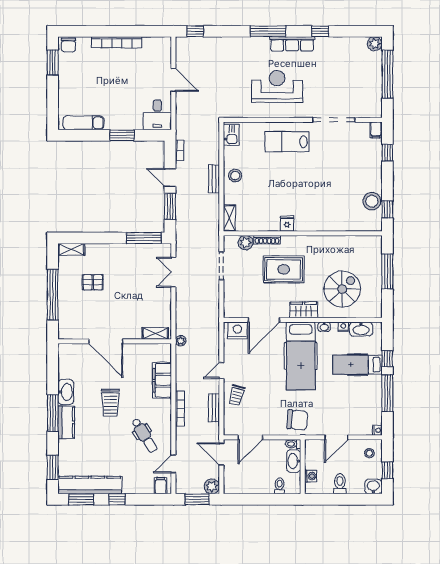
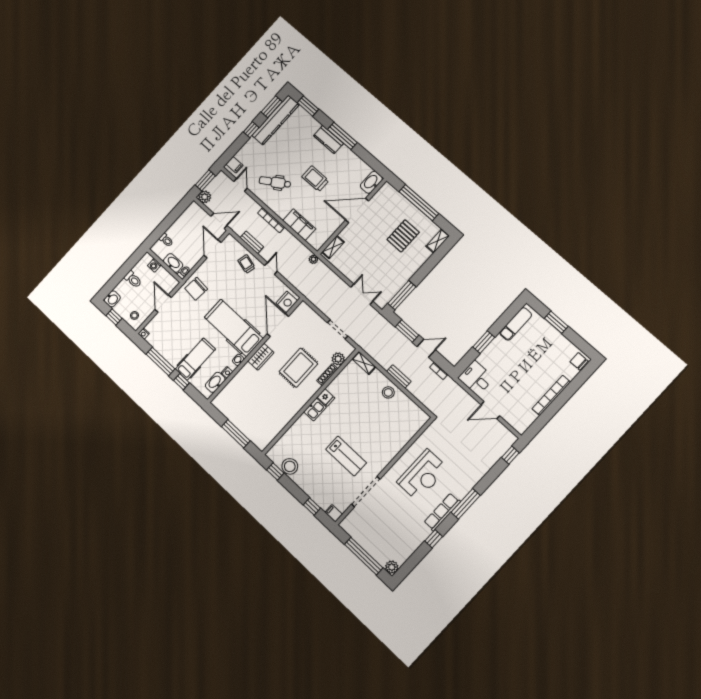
window: (53, 63) -> (556, 322), moved
kitchen sink: (231, 135) -> (315, 409), moved, turned -90
lab bench: (287, 142) -> (346, 456), moved, turned 90
pallet: (93, 282) -> (403, 236), width x1.50, depth x1.42
spiral stairs: (342, 289) -> (251, 394), removed
washbasin: (66, 392) -> (371, 182), moved, turned 90

